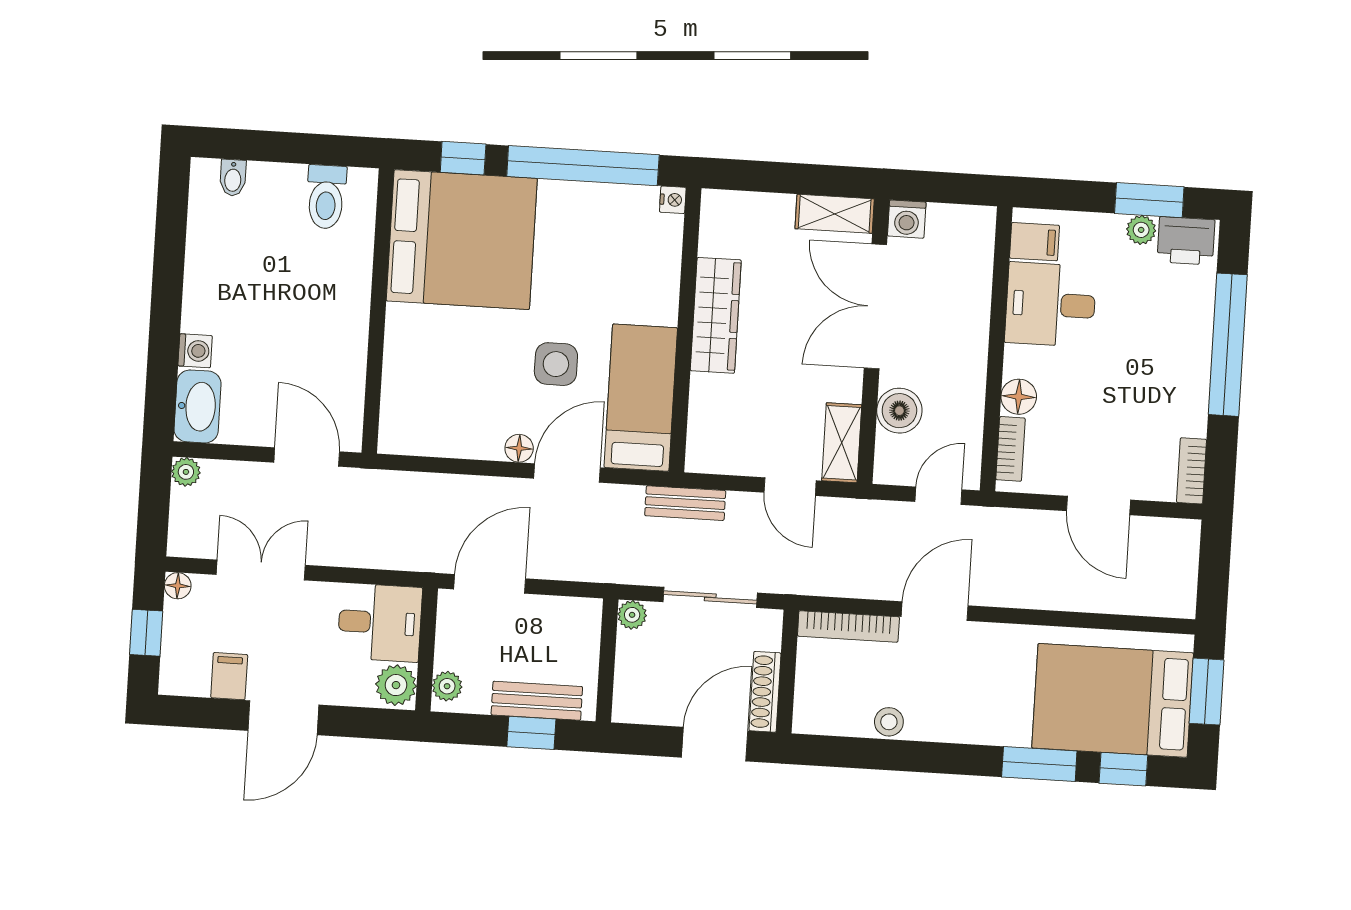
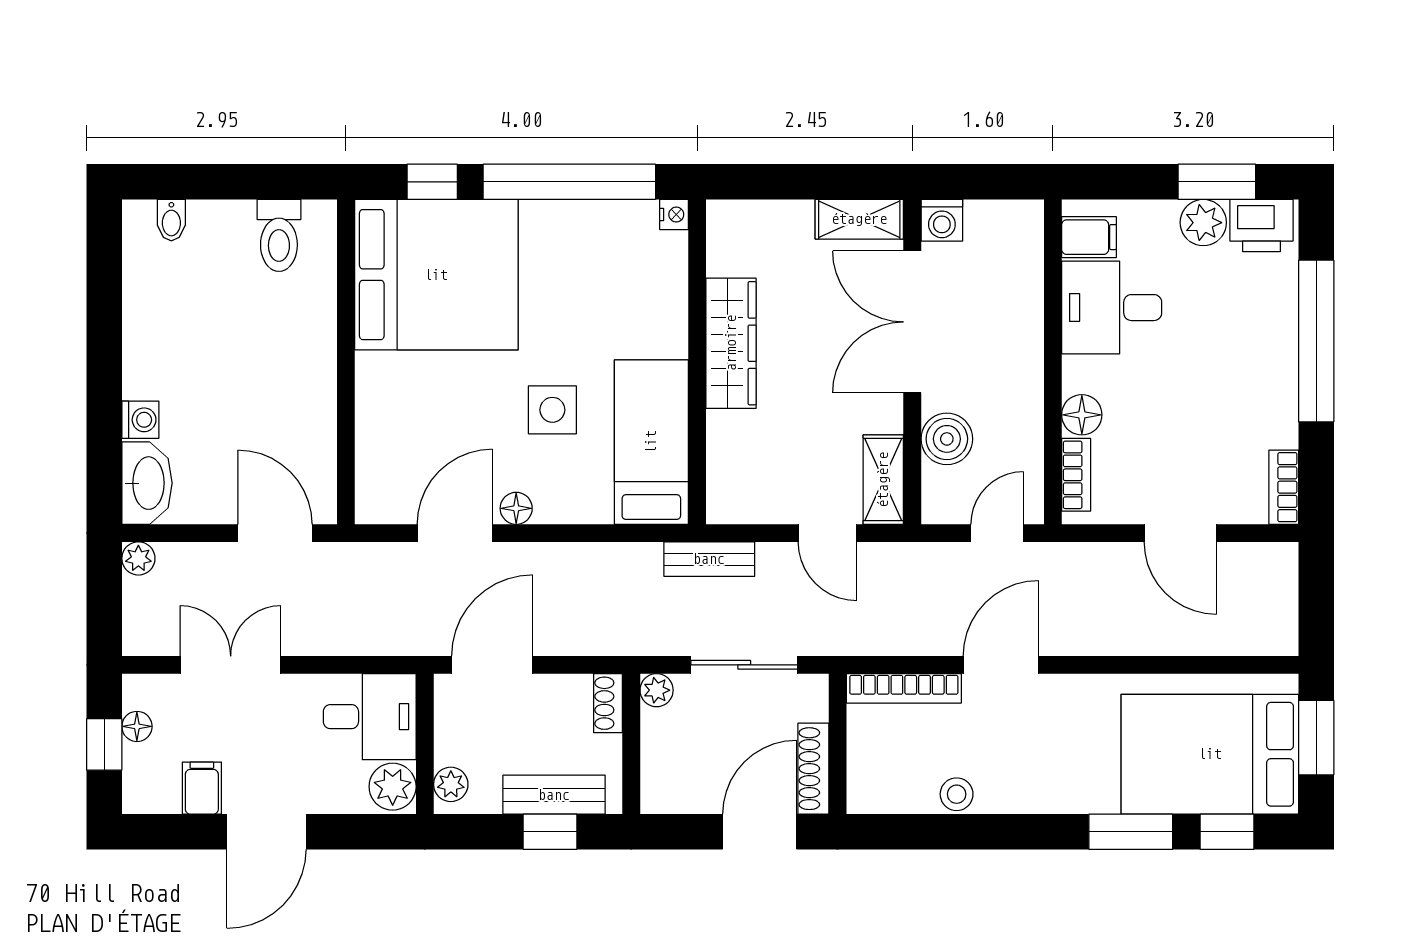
plant: (1141, 230) -> (1203, 223), width x1.38, depth x1.38
door: (567, 473) -> (455, 533), moved
floor lamp: (178, 586) -> (137, 726), moved
shoe rack: (589, 624) -> (608, 703), added

